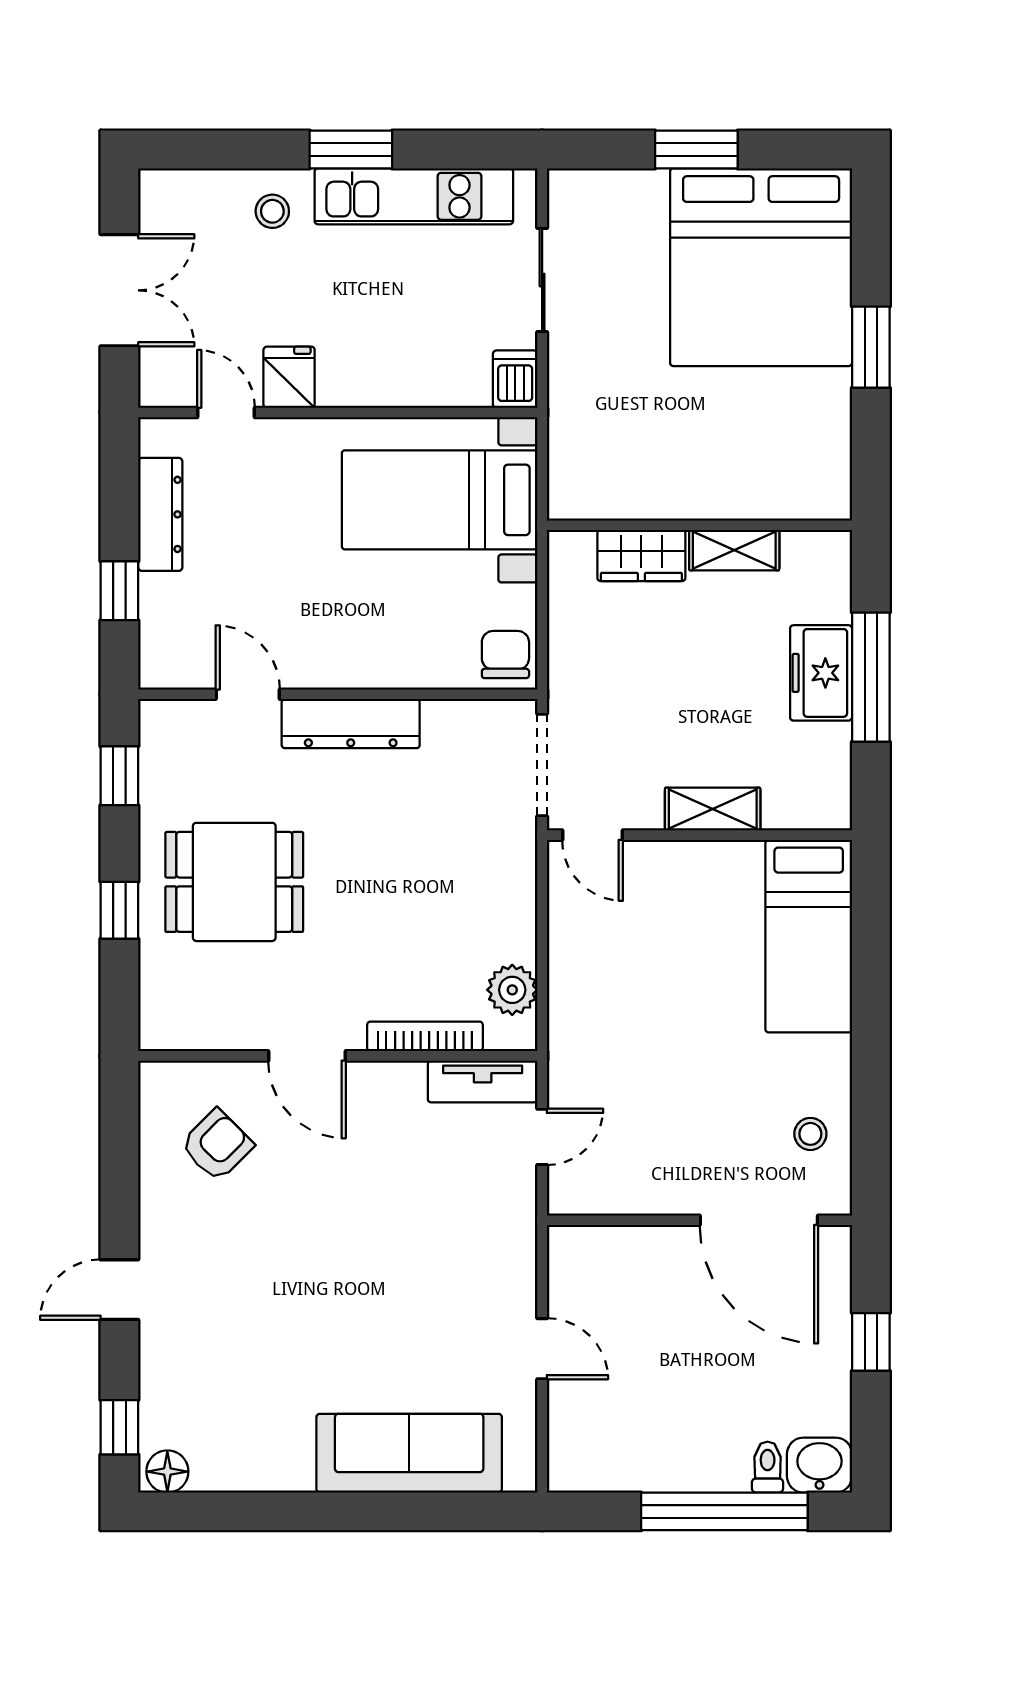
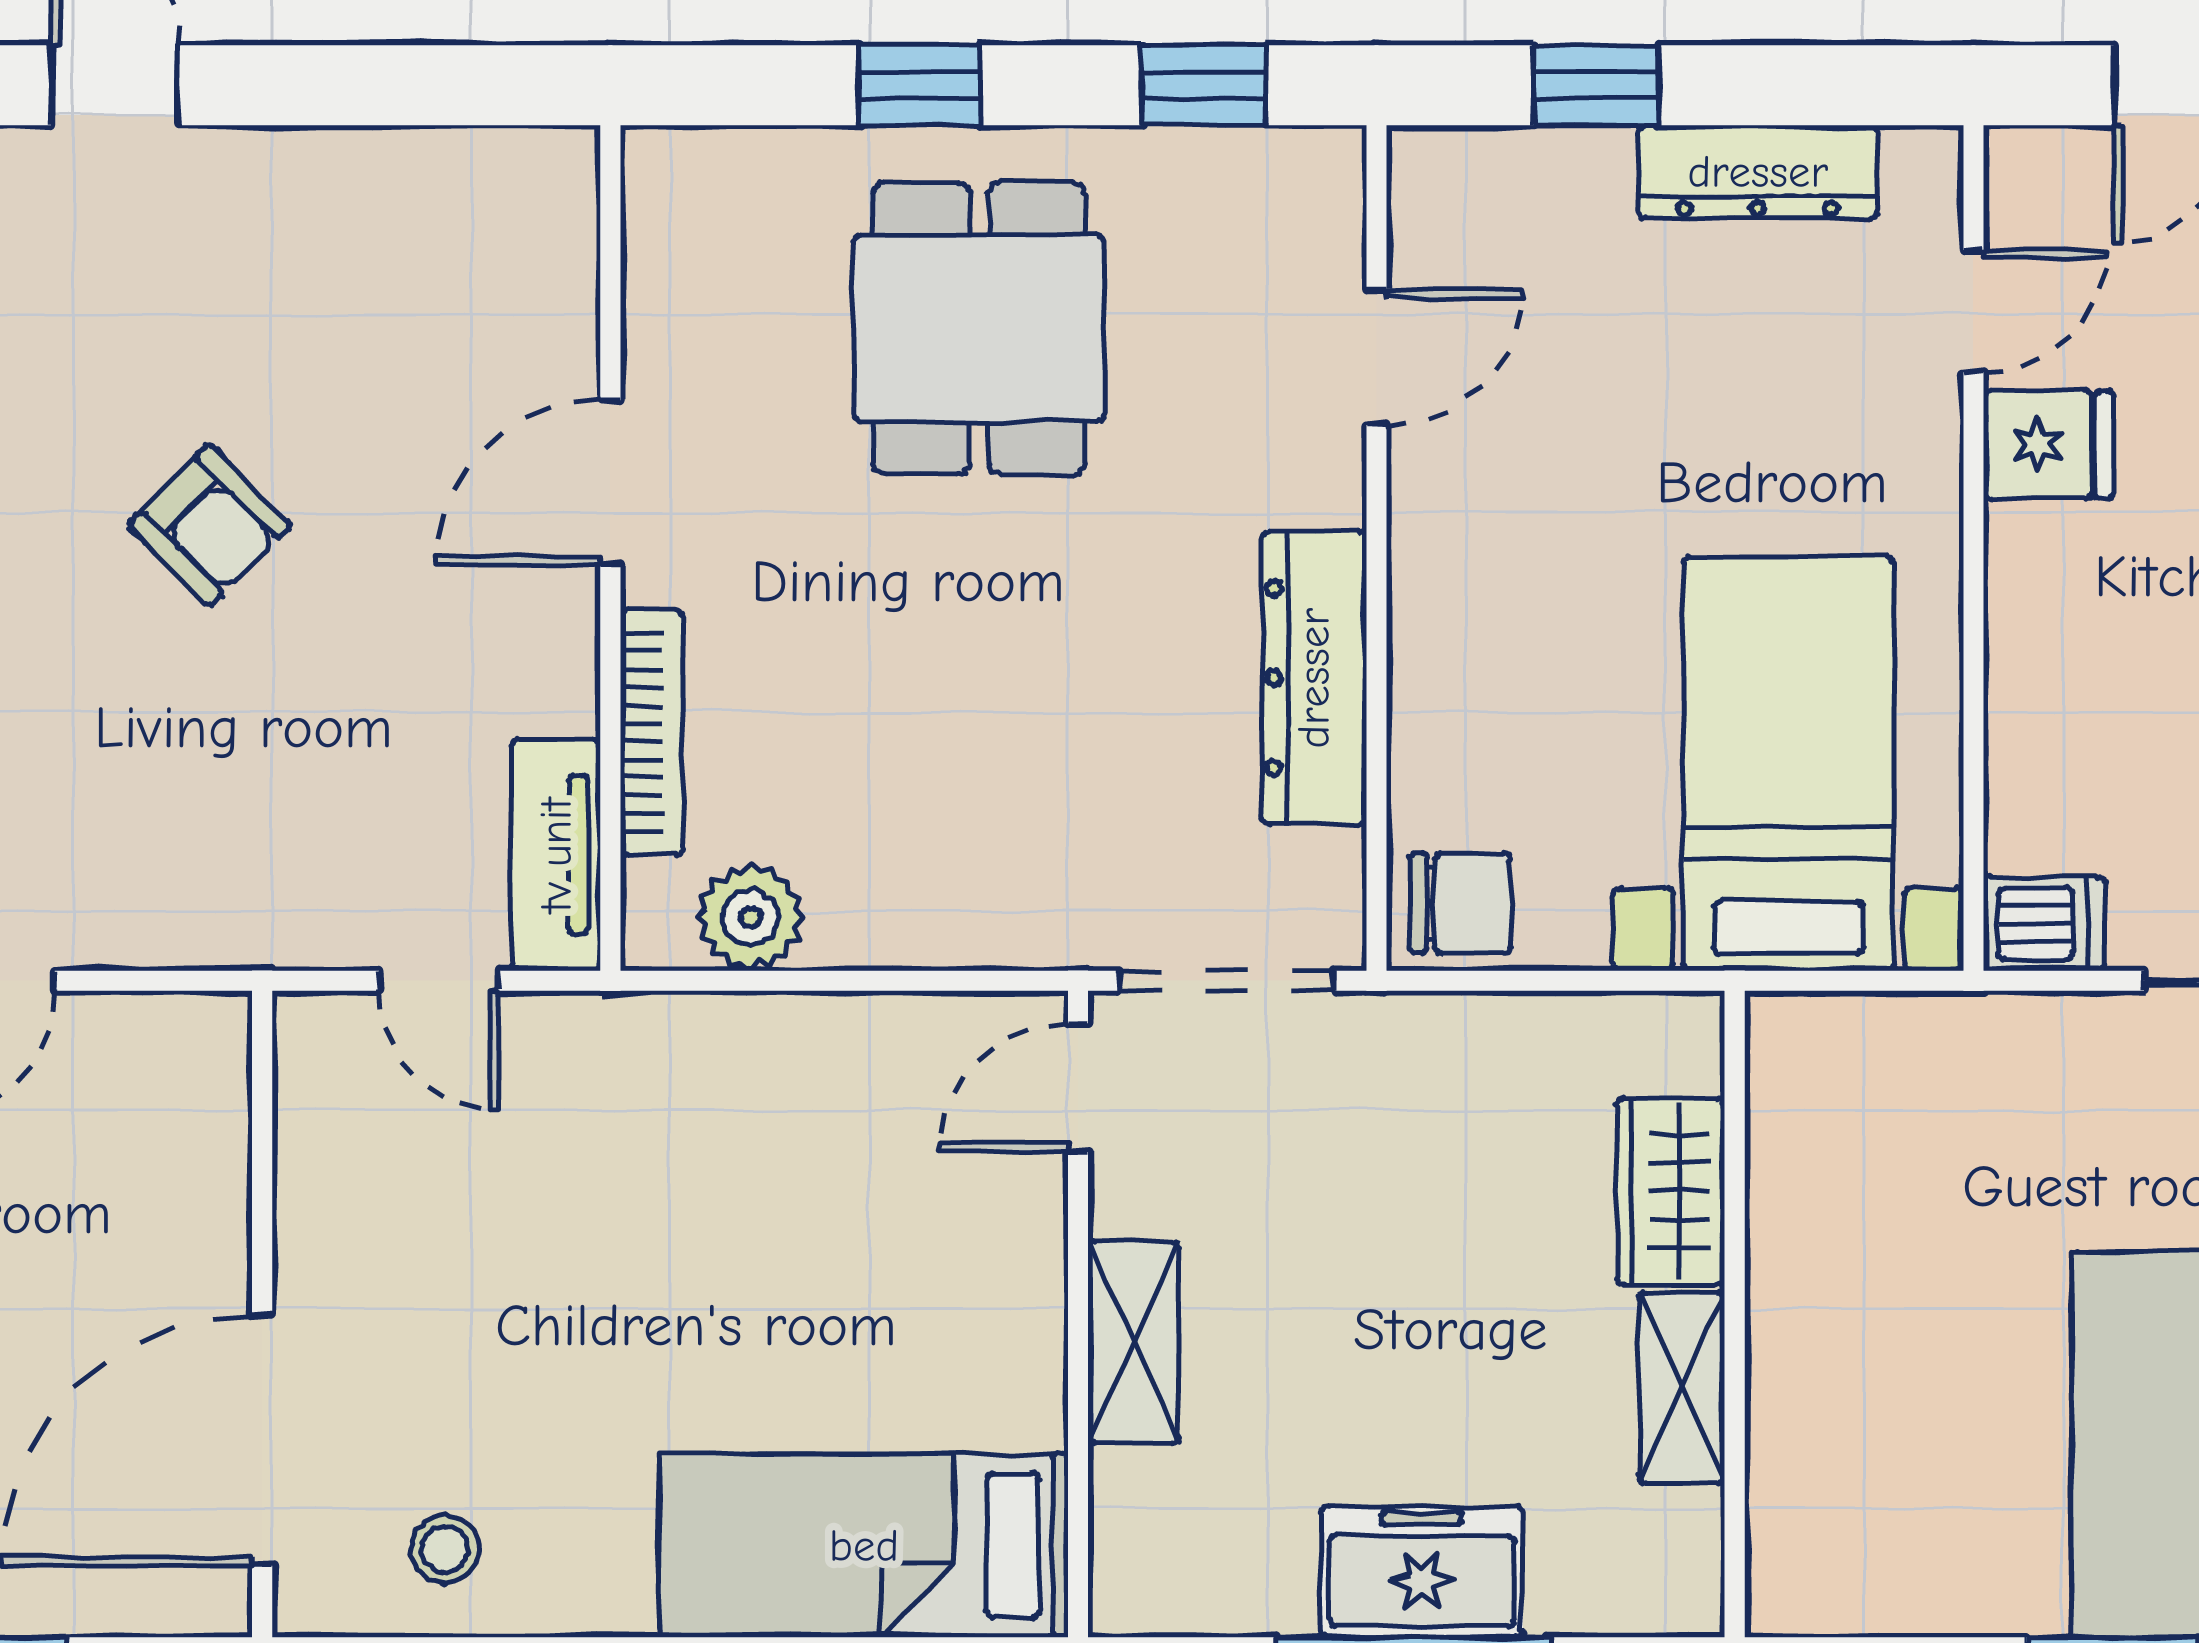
dresser: (351, 724) -> (1314, 678), moved
armchair: (217, 1145) -> (209, 525), moved

